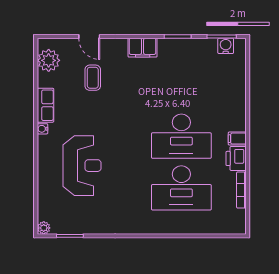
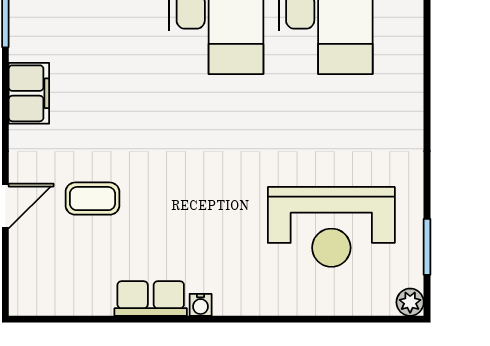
plant: (49, 60) -> (56, 292), removed
reception desk: (82, 166) -> (331, 227), moved, turned 180

